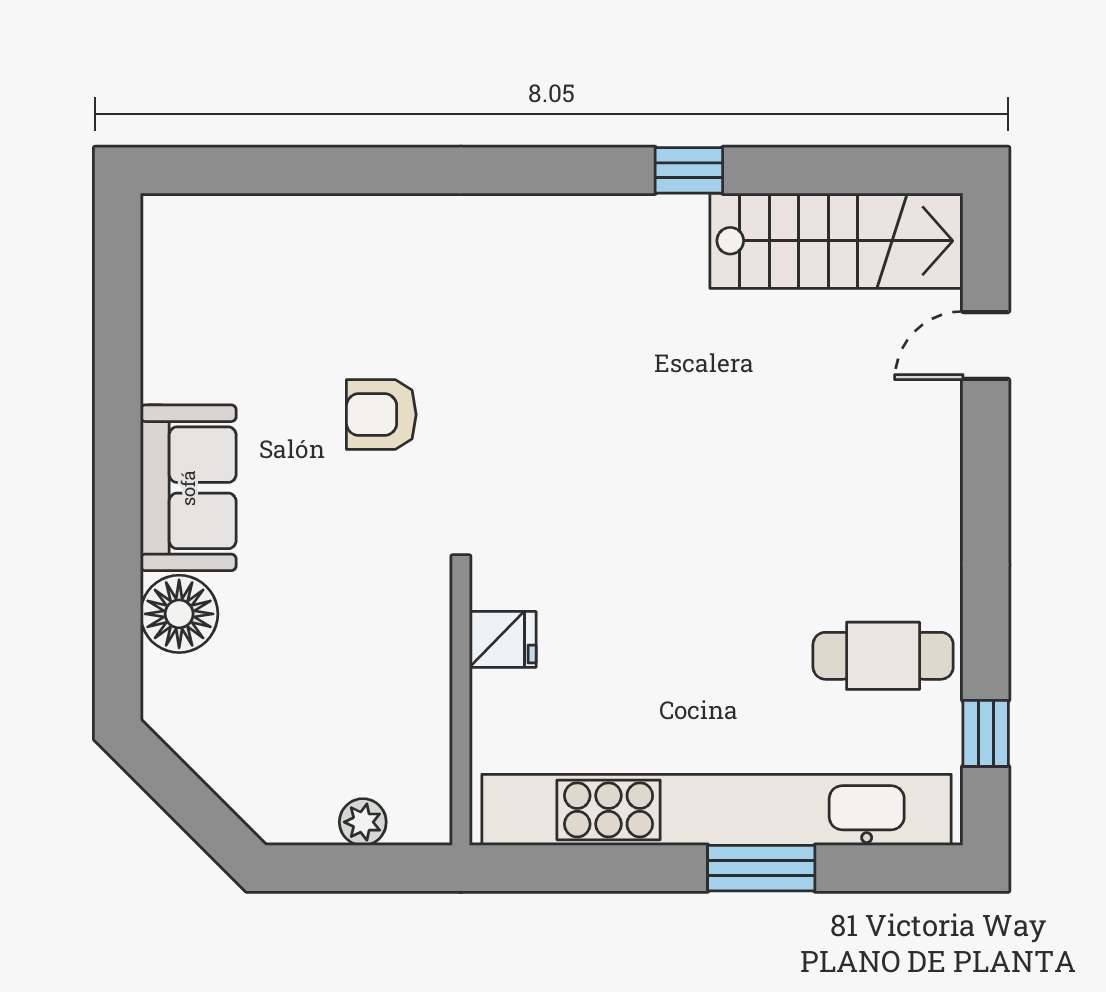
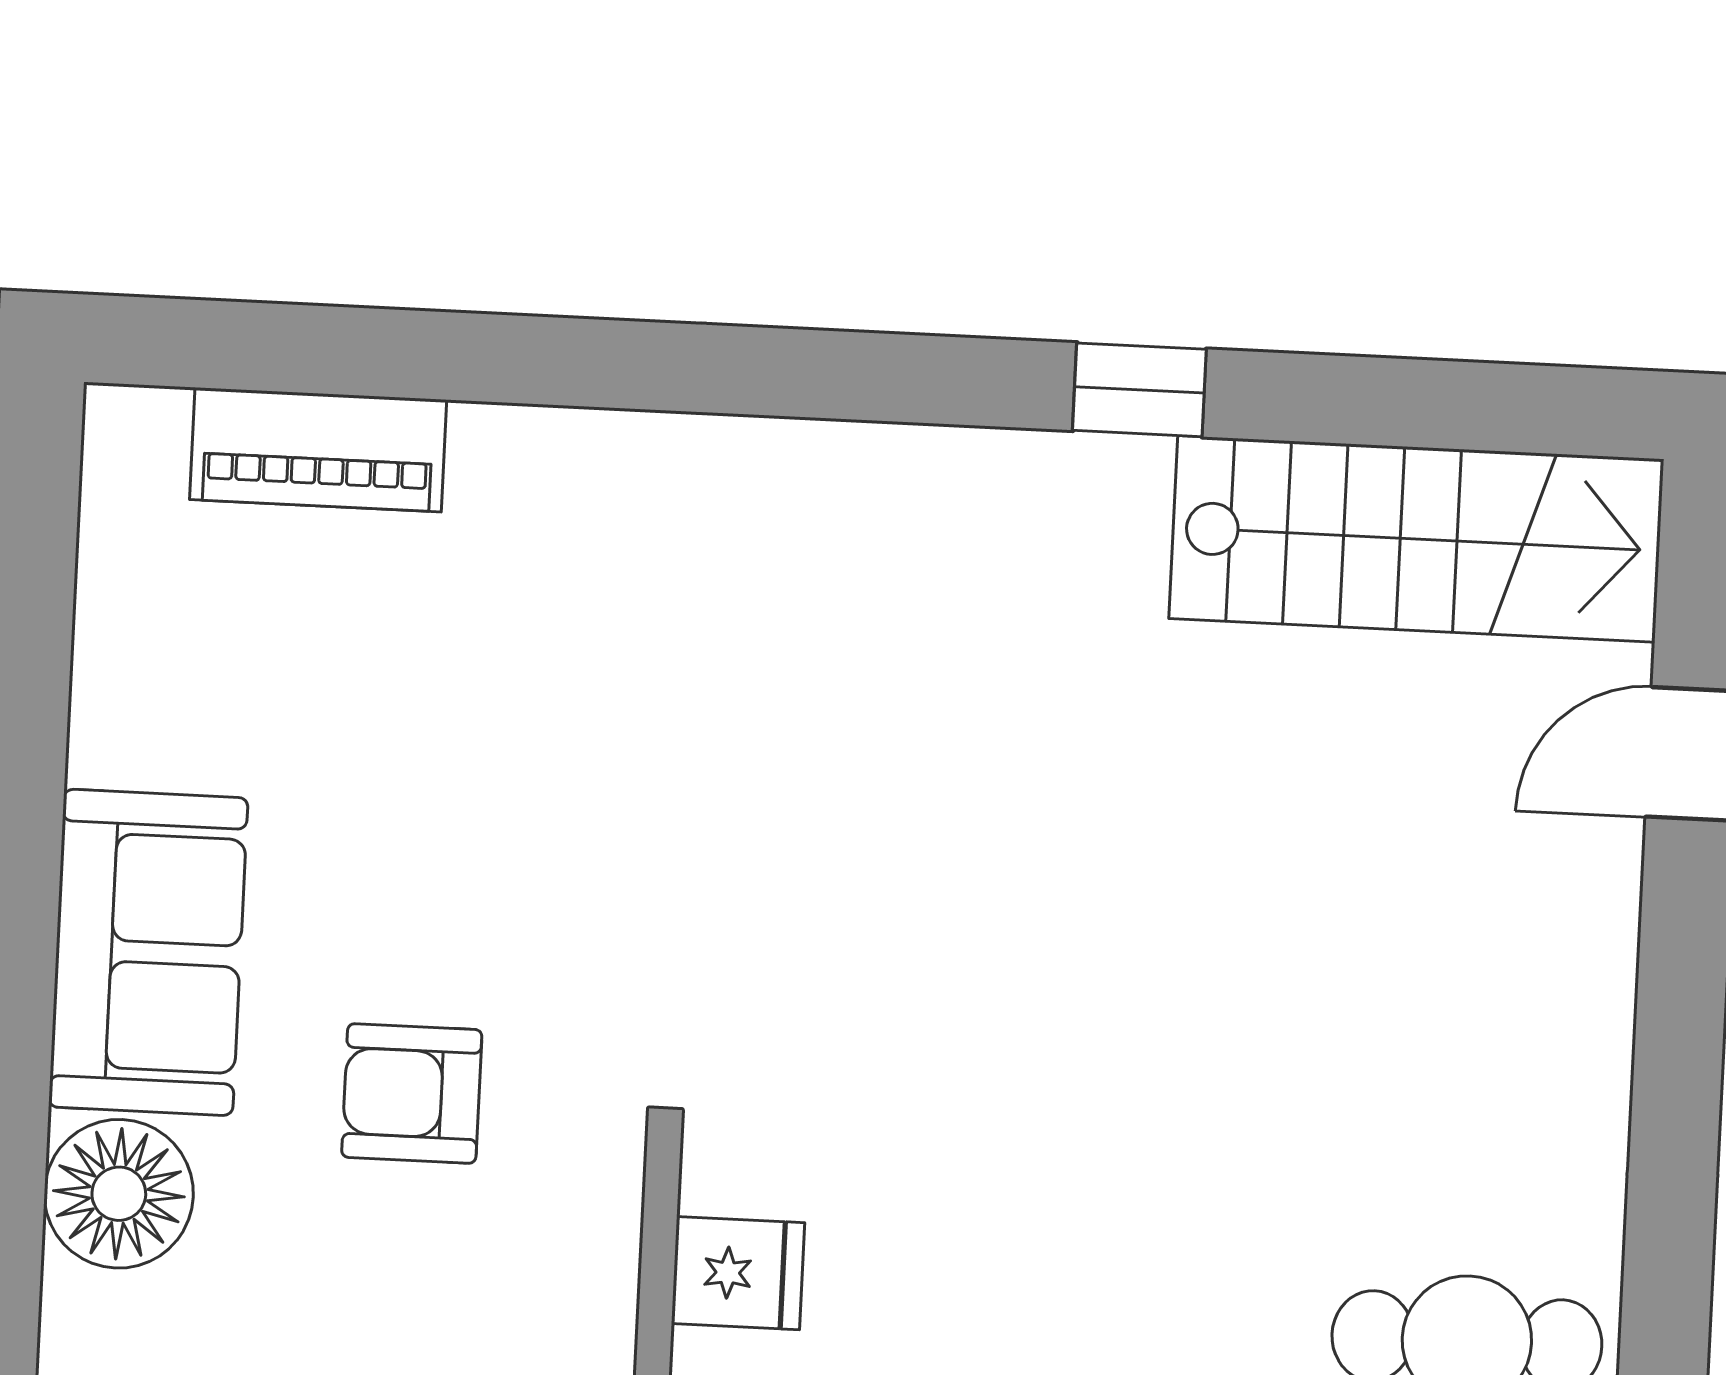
piano: (264, 222) -> (318, 450), added
armchair: (381, 415) -> (412, 1093), moved

